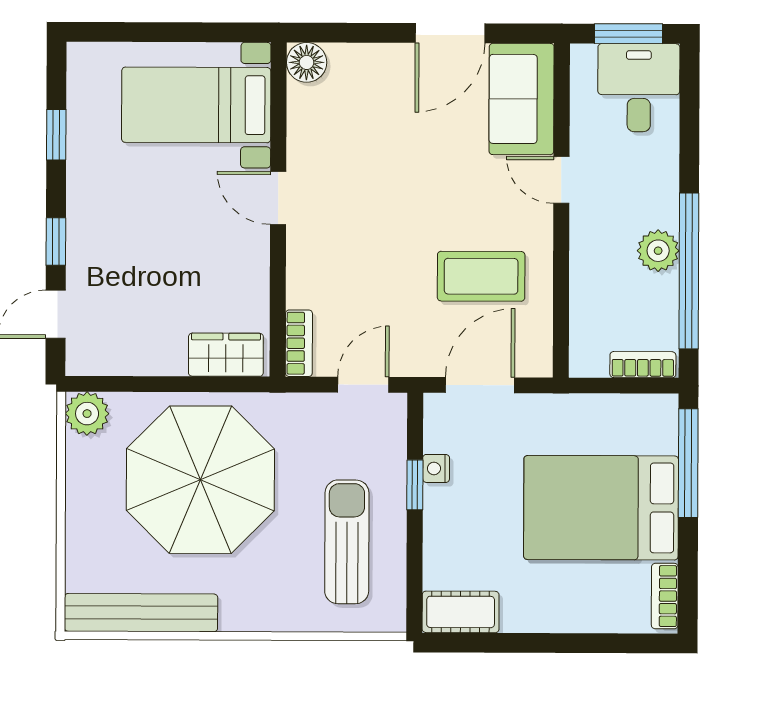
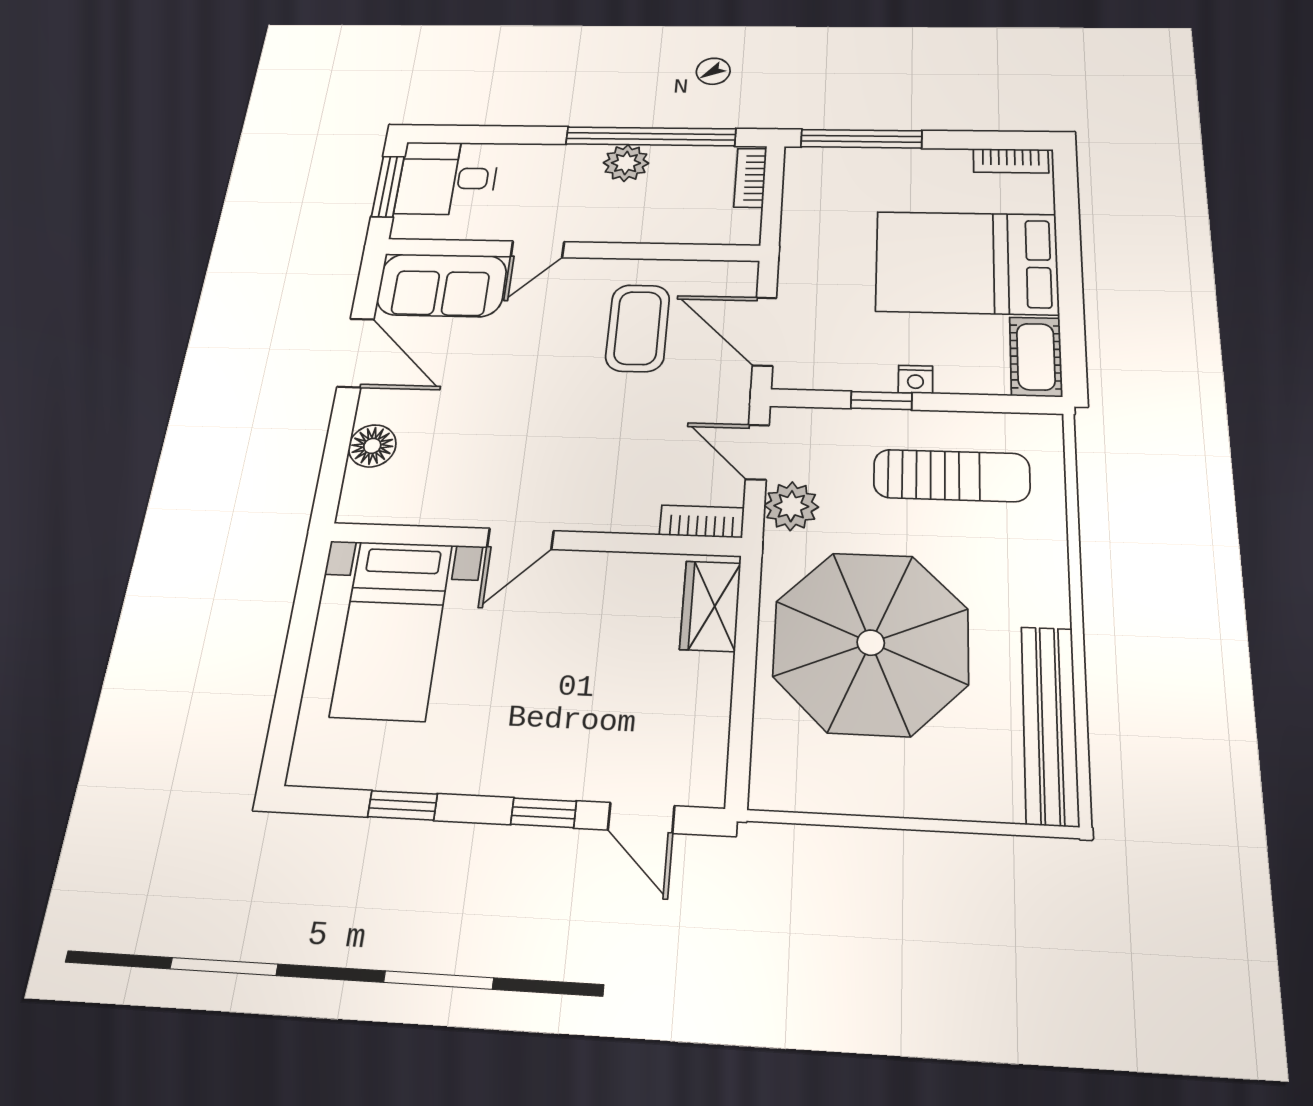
floor lamp: (307, 62) -> (372, 446), moved
plant: (87, 414) -> (791, 506), moved
nightstand: (436, 468) -> (915, 379), moved
bed: (601, 508) -> (967, 263), moved, turned 90
sun lounger: (347, 542) -> (952, 475), turned 180

